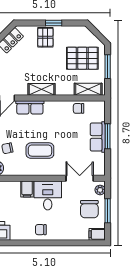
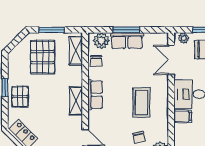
pallet: (45, 37) -> (20, 97), turned 90
row of seats: (30, 107) -> (95, 95), moved
plant: (98, 113) -> (101, 41), added

